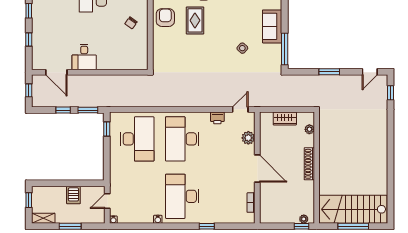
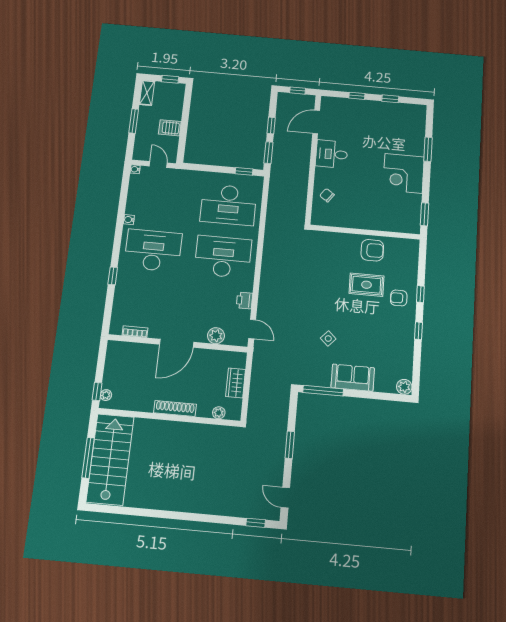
chair: (131, 23) -> (327, 195), moved

